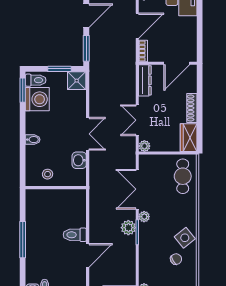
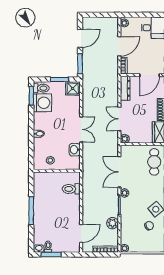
plant: (128, 228) -> (112, 223), moved
toilet: (75, 235) -> (71, 189), moved
door: (88, 255) -> (81, 233), moved

